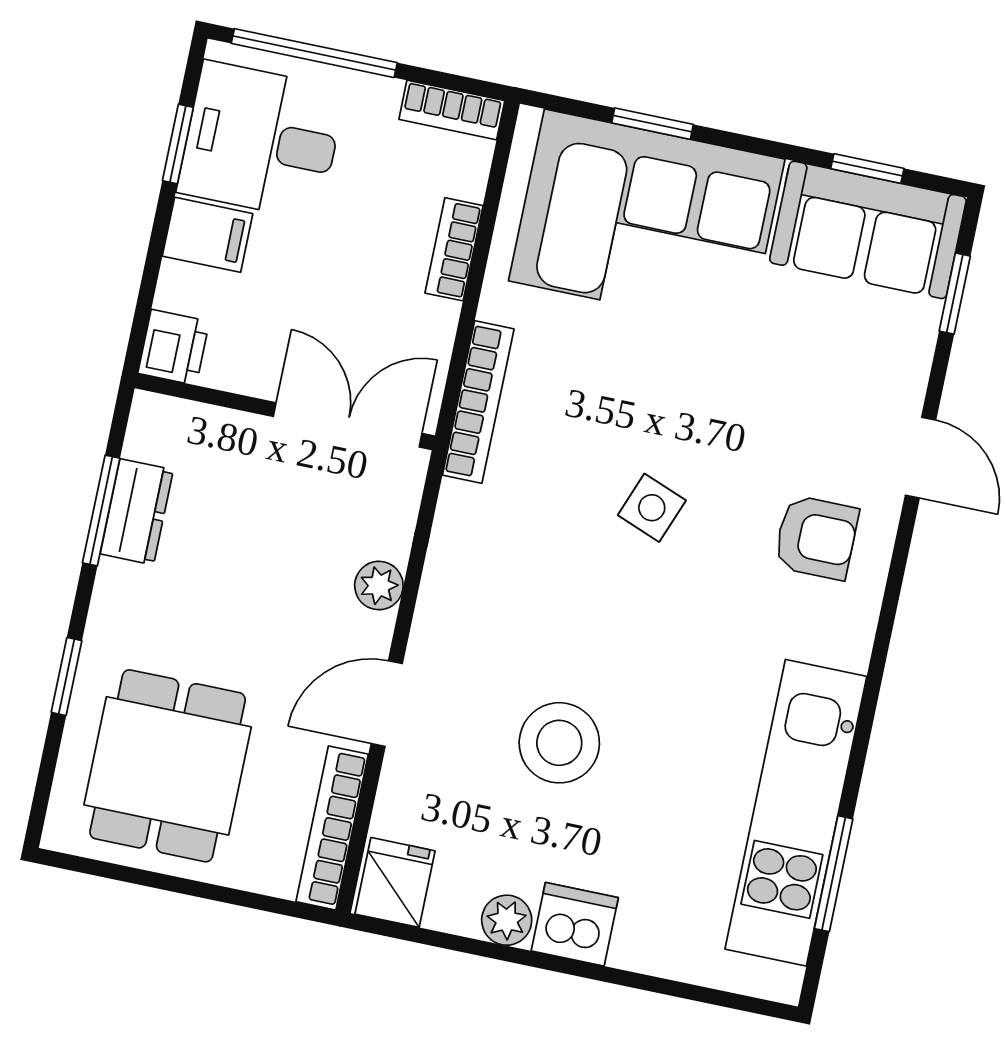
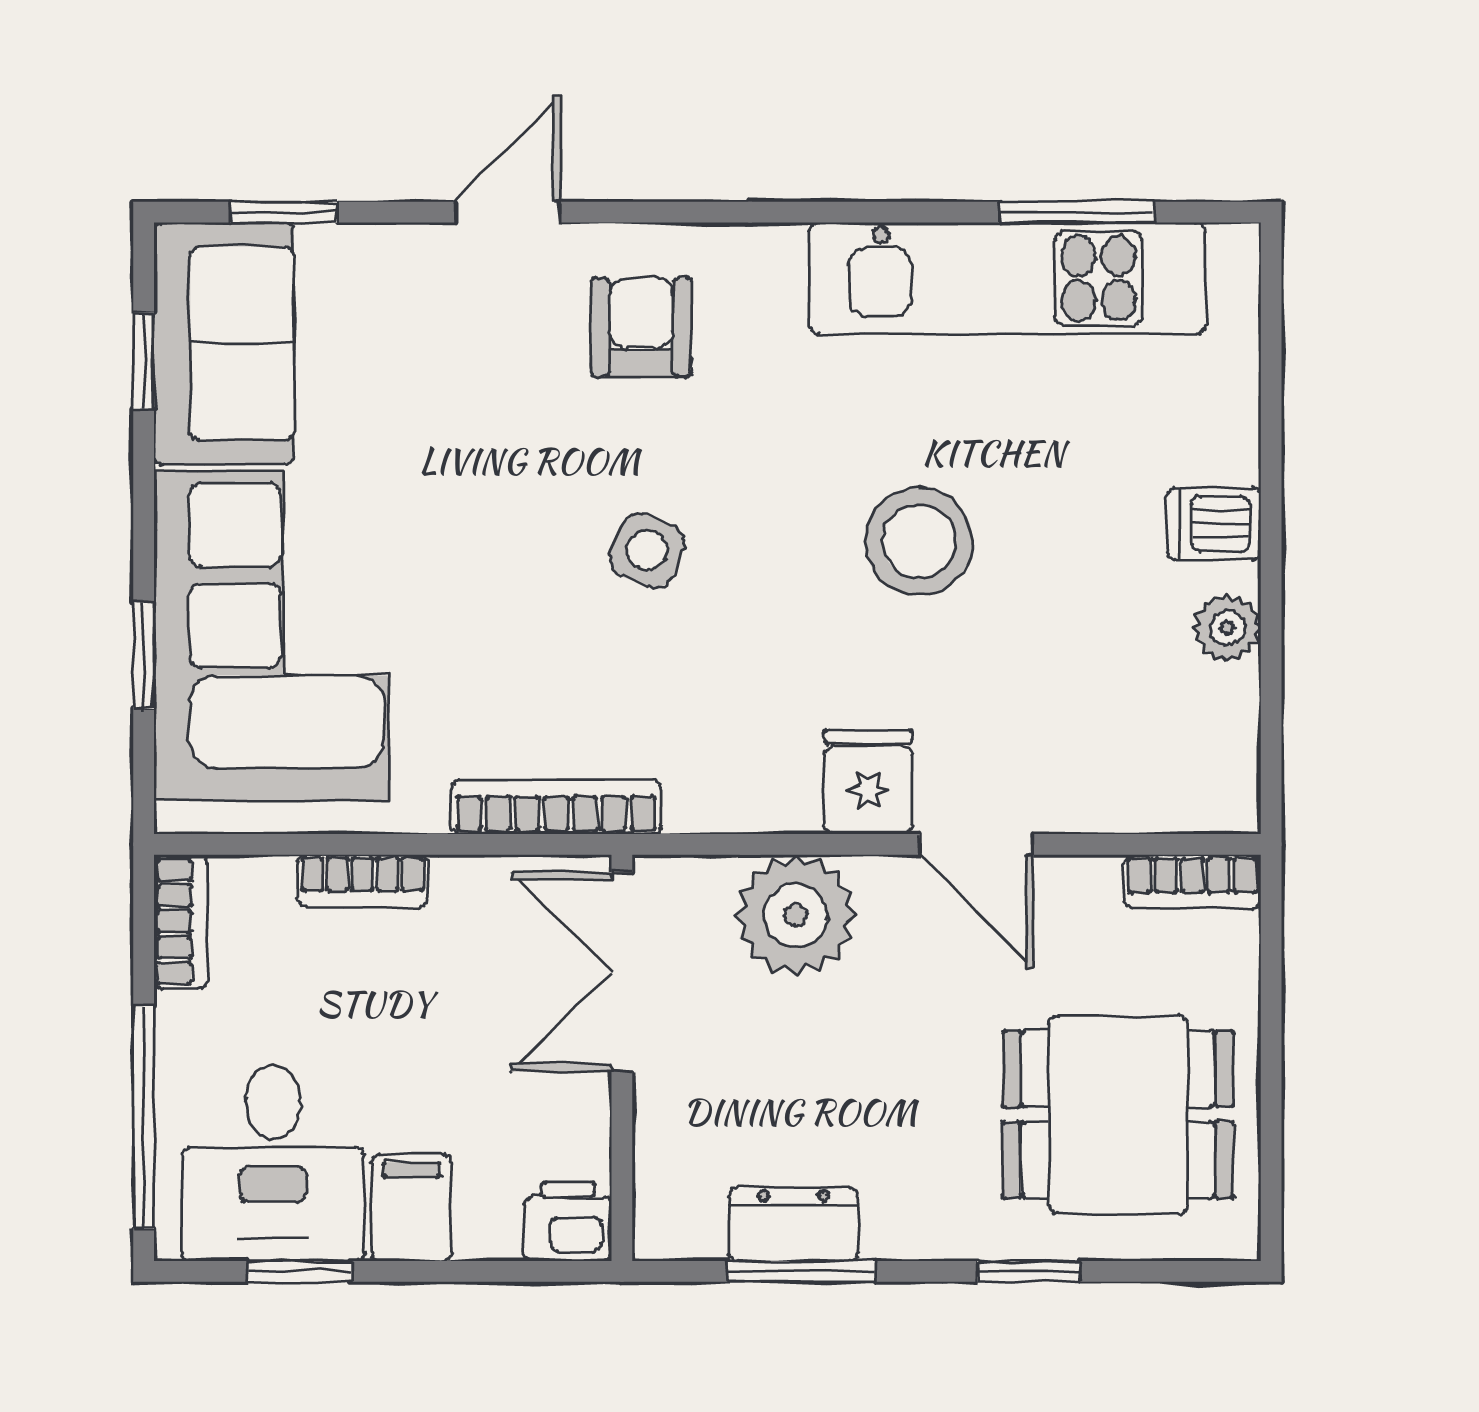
plant: (379, 586) -> (795, 915), width x1.88, depth x1.88
stool: (559, 743) -> (919, 541), moved
bookcase: (332, 828) -> (1193, 882), width x0.64
fridge: (395, 882) -> (868, 782), moved, turned 90
dishwasher: (575, 924) -> (1214, 524), width x0.73

